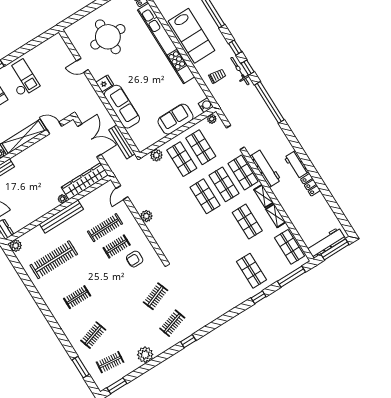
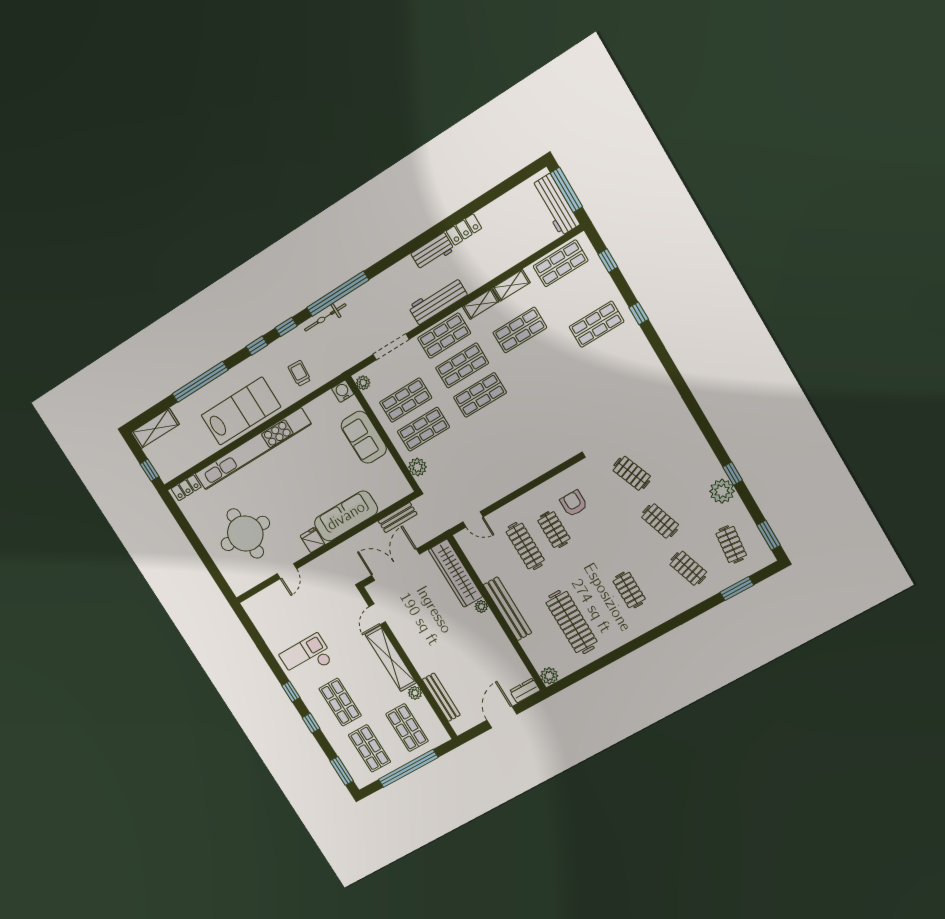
bicycle: (240, 71) -> (325, 317), moved
bench: (122, 142) -> (398, 518), width x0.73
plant: (146, 216) -> (509, 484), removed
armchair: (135, 259) -> (574, 503), turned 180
window: (291, 277) -> (608, 261), width x0.46
clothes rail: (172, 323) -> (660, 521), moved
window: (188, 341) -> (733, 474), moved

